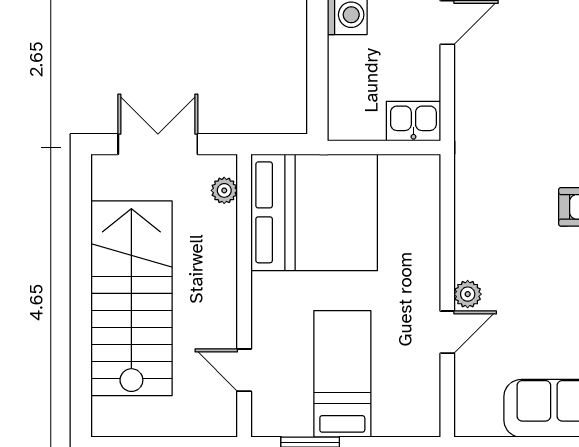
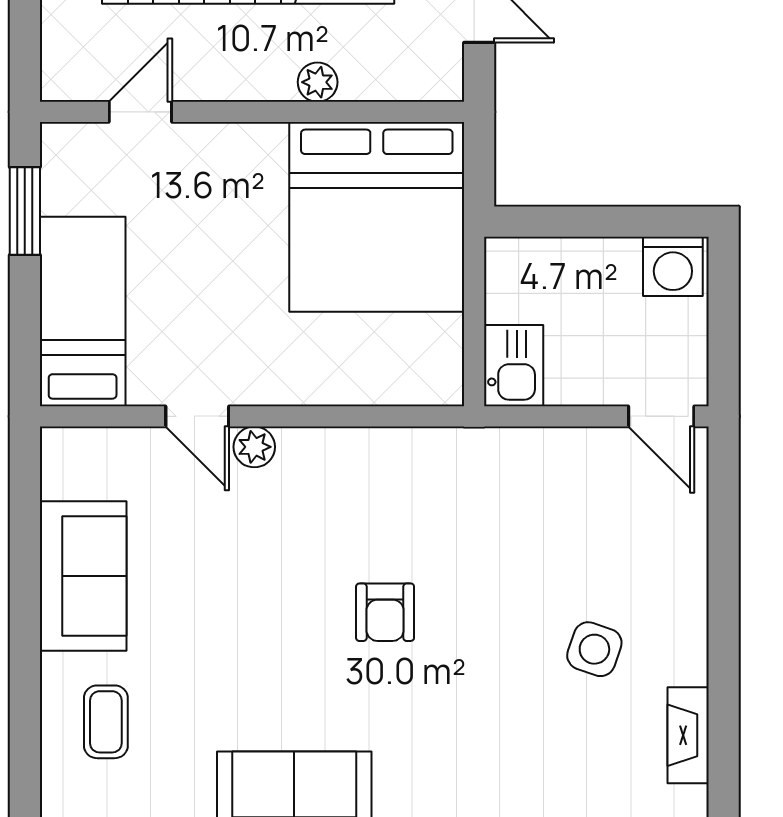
plant: (224, 190) -> (318, 82), moved
bed: (342, 374) -> (83, 311), moved, turned -90

